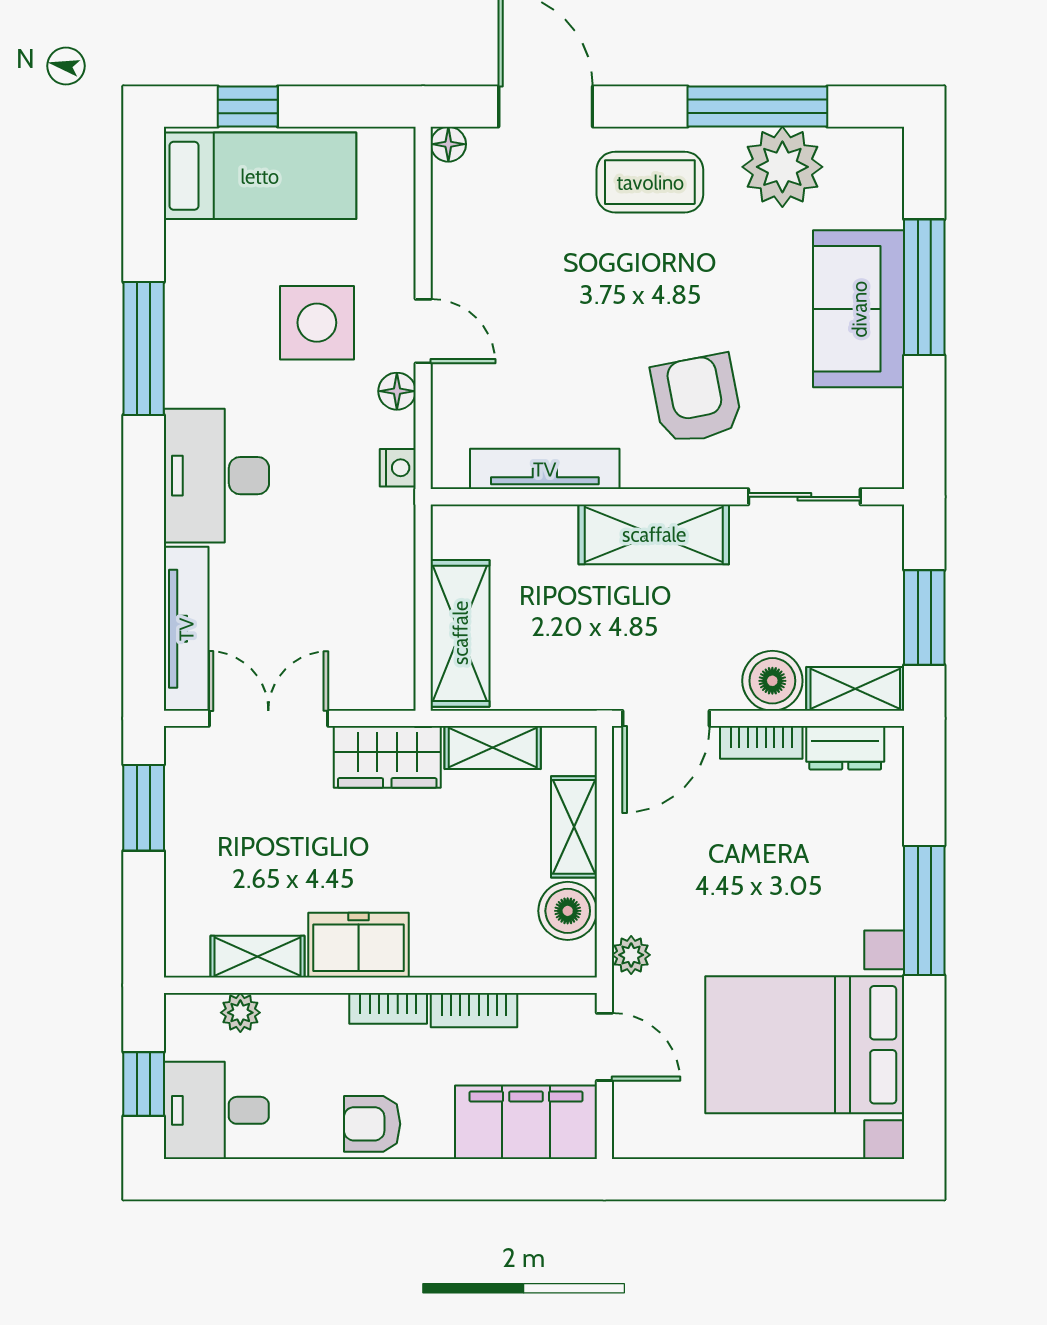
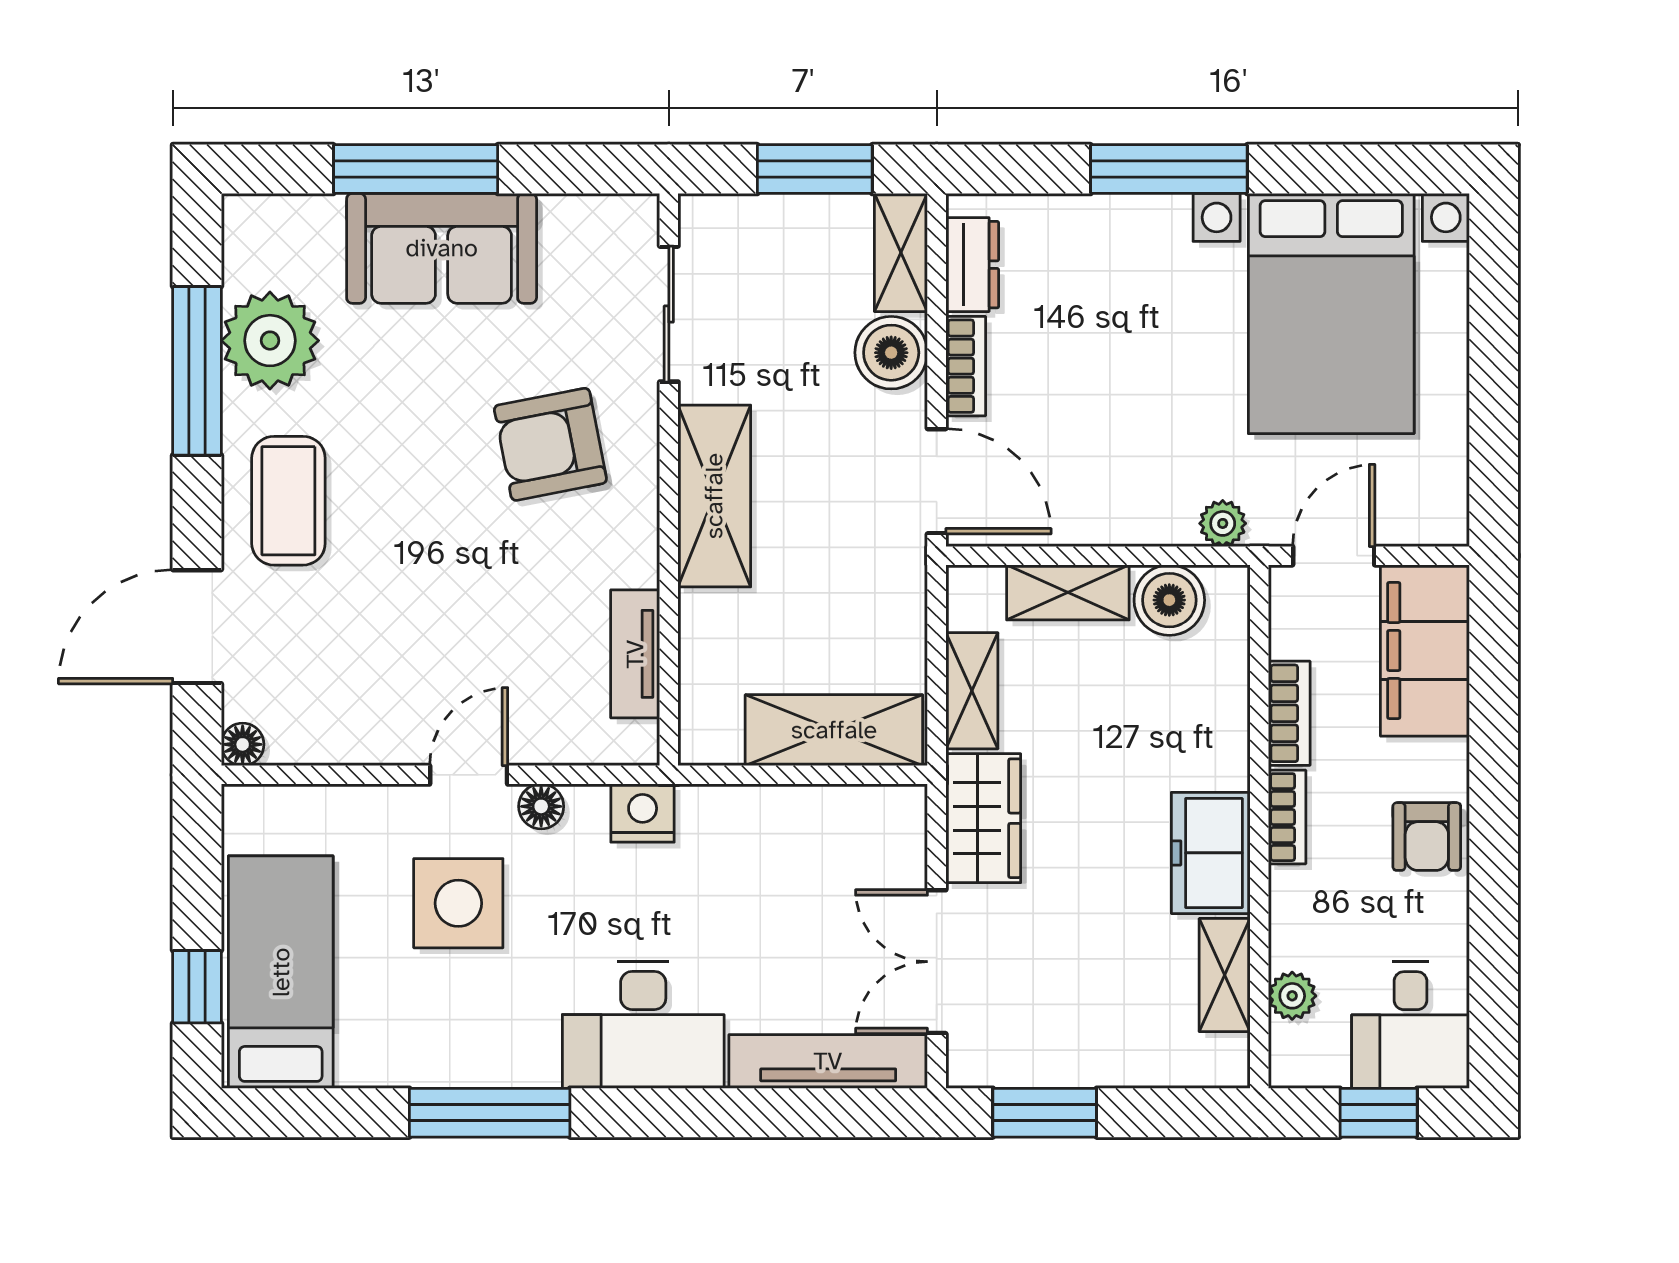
nightstand: (398, 468) -> (643, 813), width x1.39, depth x1.35
tv unit: (545, 469) -> (635, 654), width x0.71

